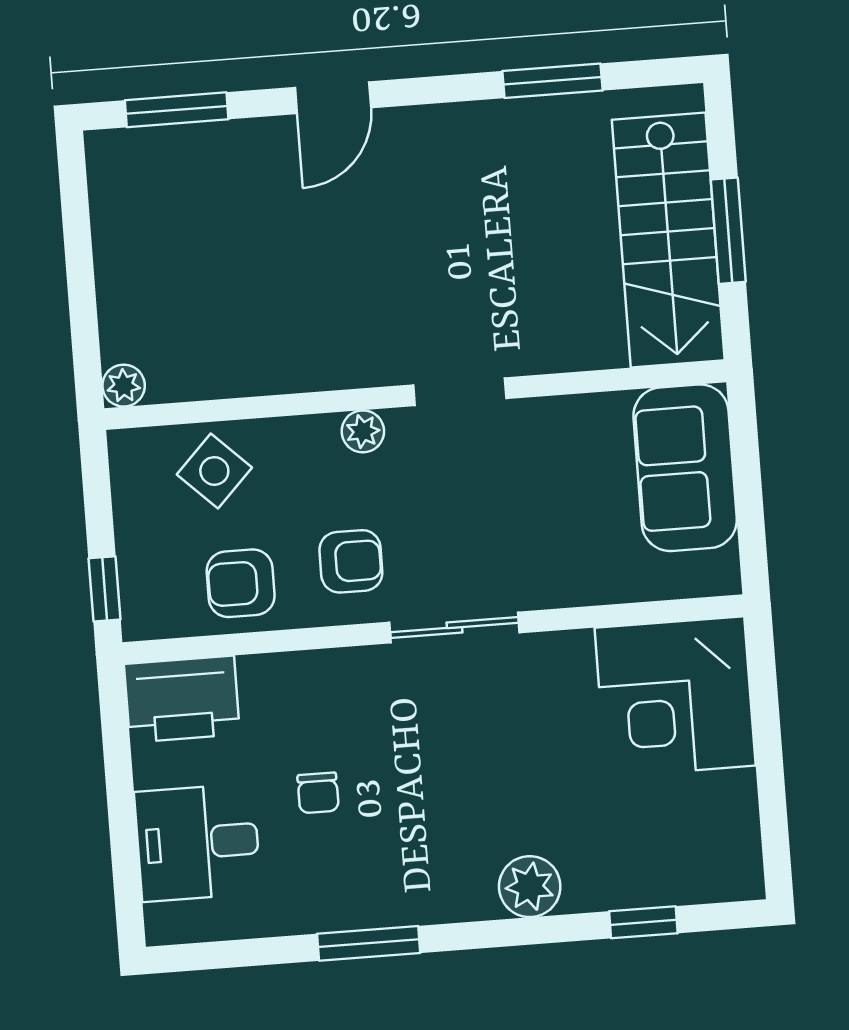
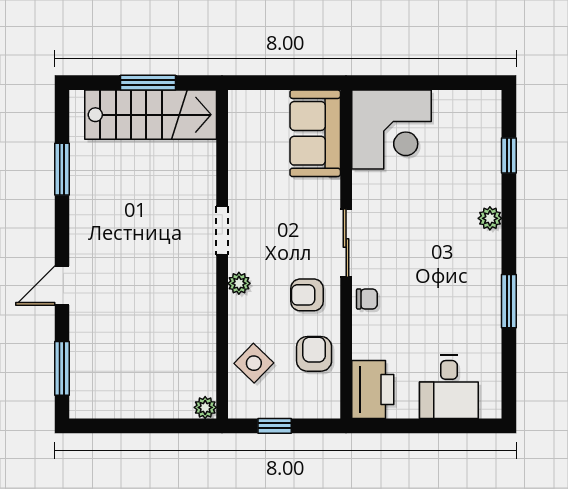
door: (333, 98) -> (62, 286), swing flipped
sofa: (685, 468) -> (315, 133), moved, turned 90
armchair: (351, 561) -> (307, 295), turned -90
armchair: (241, 583) -> (314, 354), turned 180
window: (104, 589) -> (275, 426), moved
chair: (318, 793) -> (367, 299), moved
plant: (530, 887) -> (490, 218), width x0.73, depth x0.73

